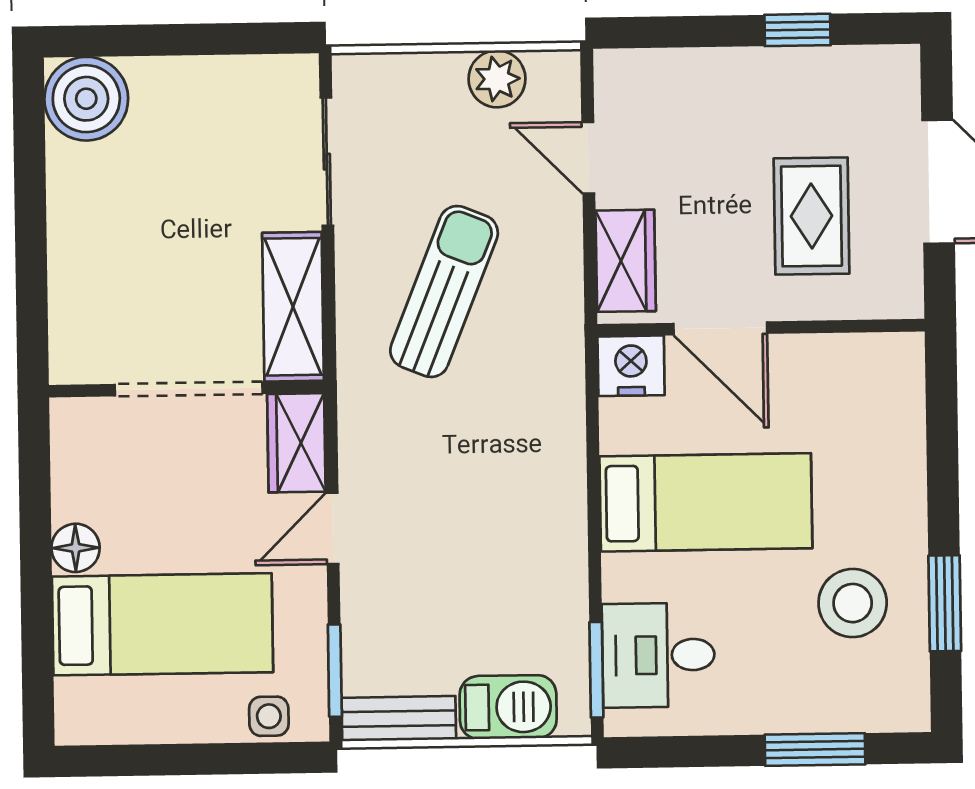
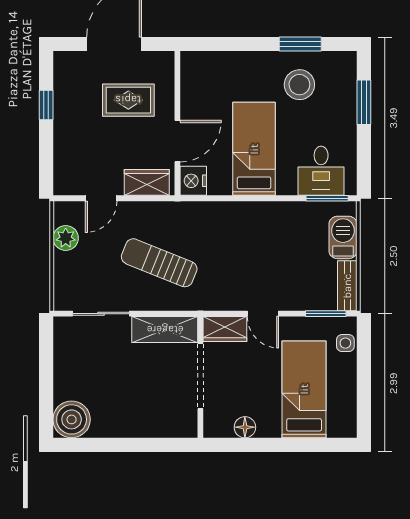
floor lamp: (76, 548) -> (245, 427), moved

